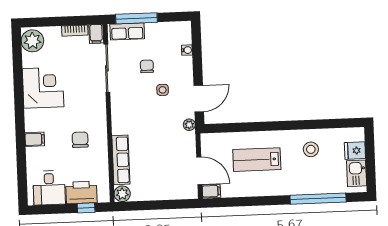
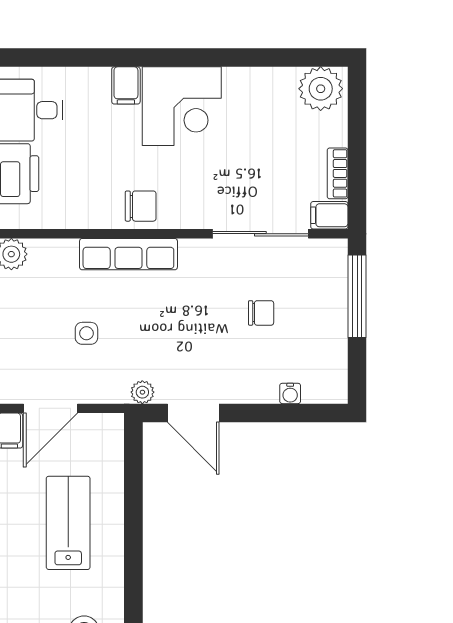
row of seats: (127, 31) -> (332, 277), removed
corner desk: (43, 88) -> (182, 106), moved
side table: (163, 90) -> (86, 333), moved
chair: (80, 140) -> (141, 206), moved
row of seats: (121, 160) -> (128, 254), moved

